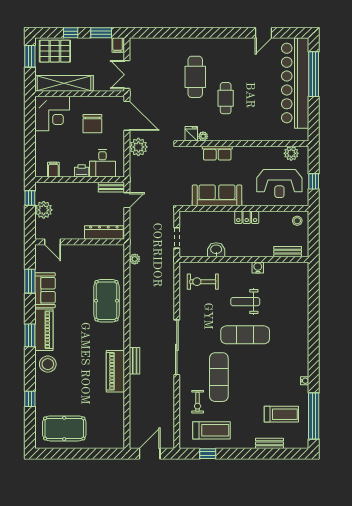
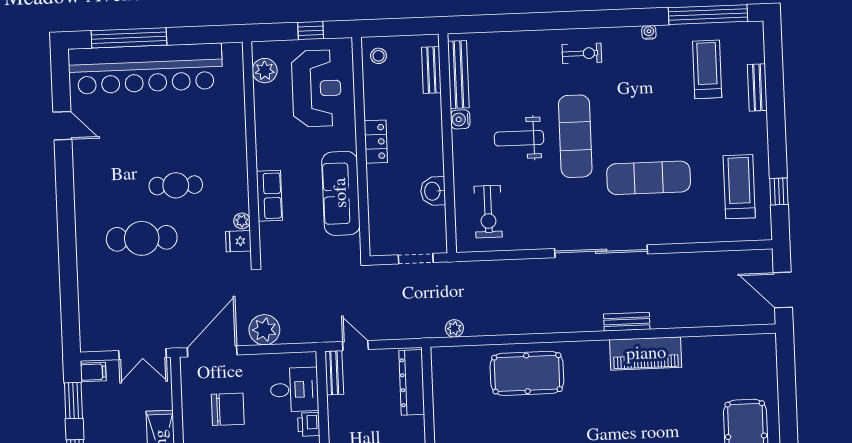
bench: (284, 267) -> (458, 74), added
weight bench: (245, 302) -> (519, 138), turned 90
exercise bike: (198, 402) -> (582, 53), moved

